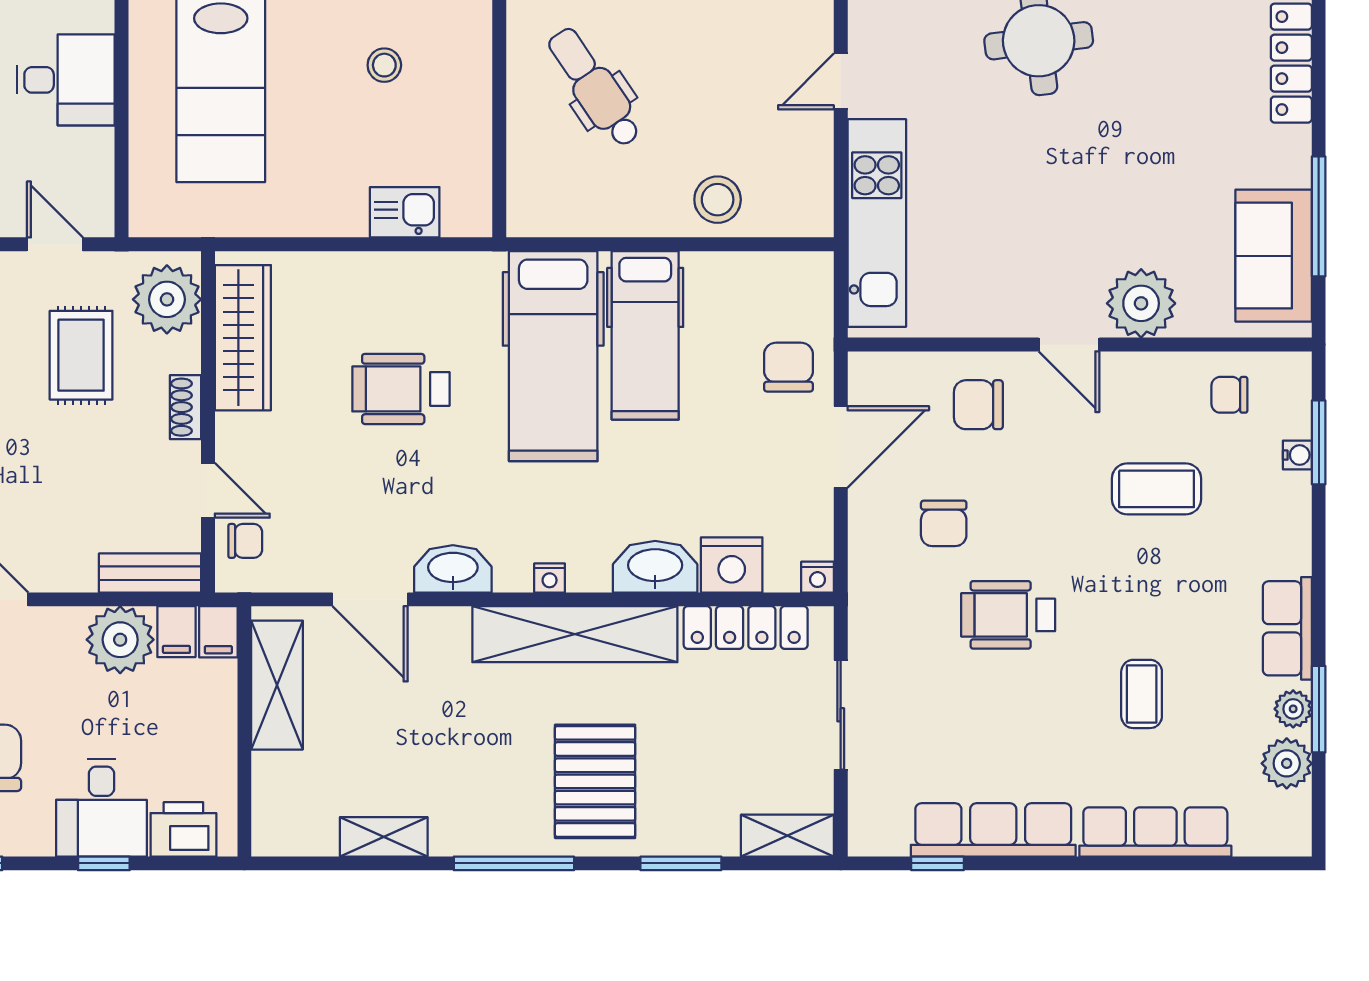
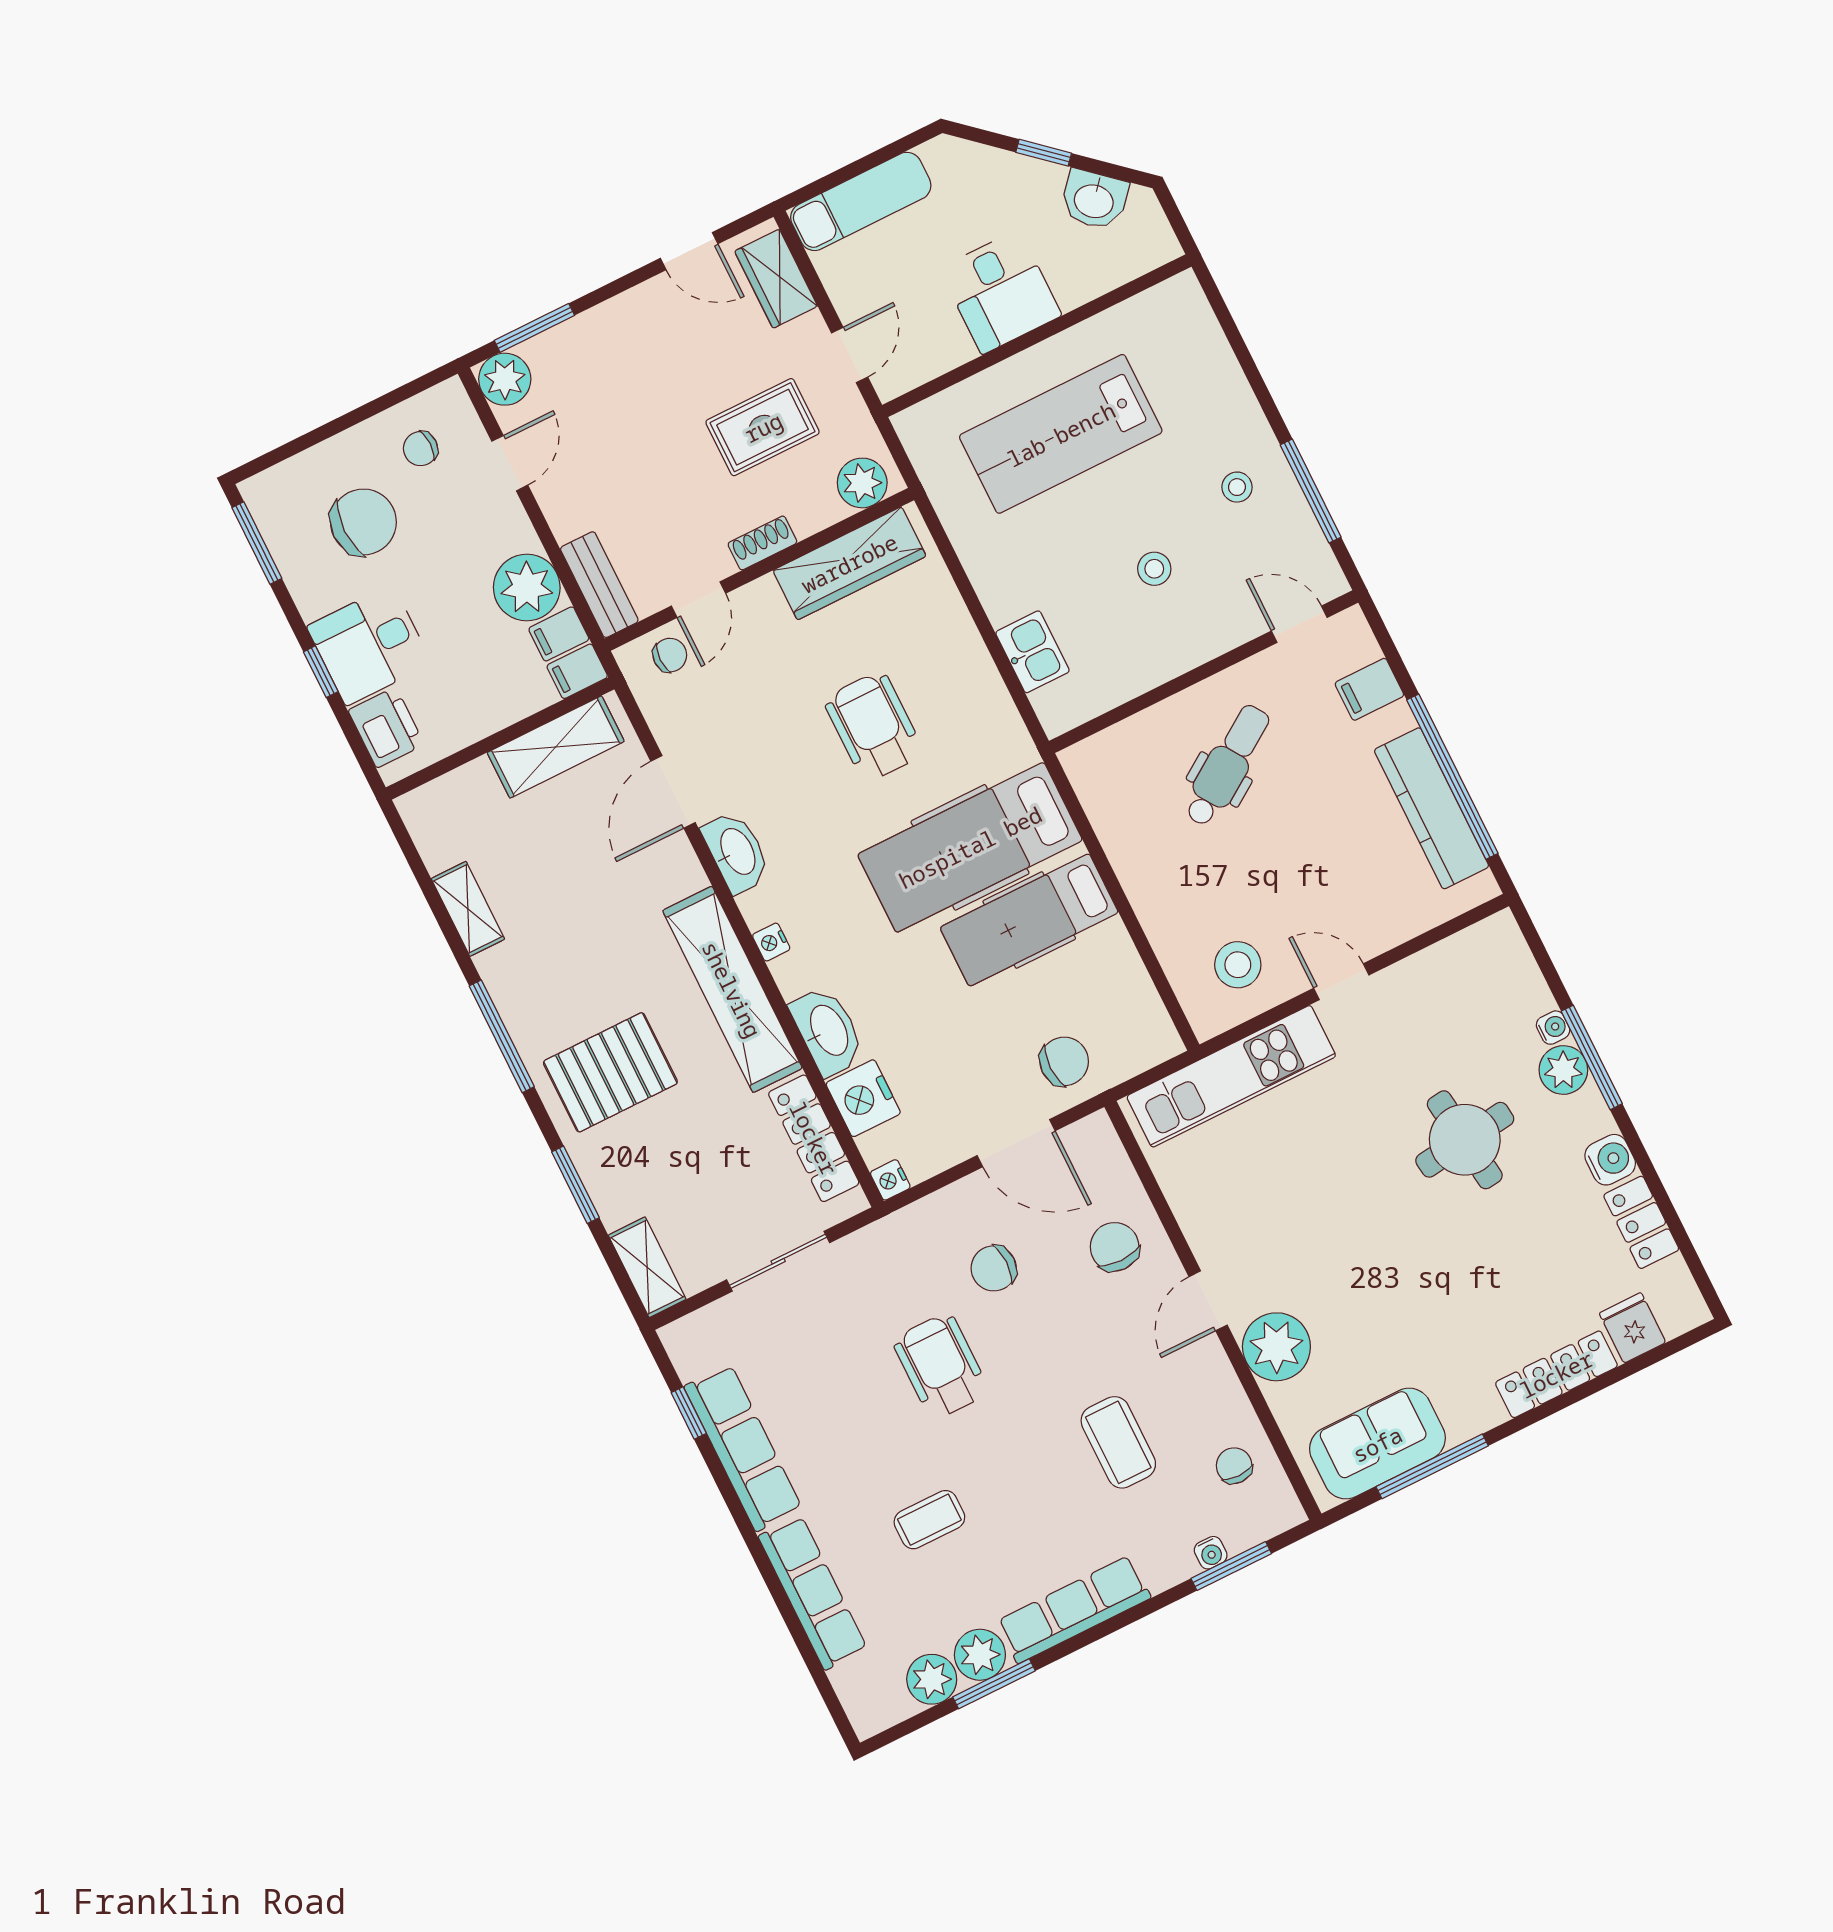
stool: (718, 200) -> (1238, 965), moved
plant: (167, 299) -> (862, 483), width x0.73, depth x0.73
chair: (245, 541) -> (670, 655), turned -90
row of seats: (1287, 628) -> (1074, 1609), width x1.48
plant: (1293, 709) -> (980, 1655), width x1.38, depth x1.38

